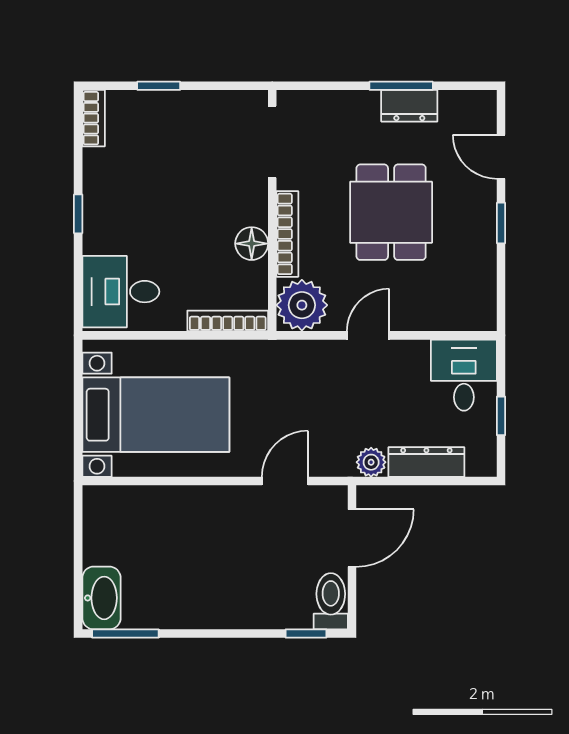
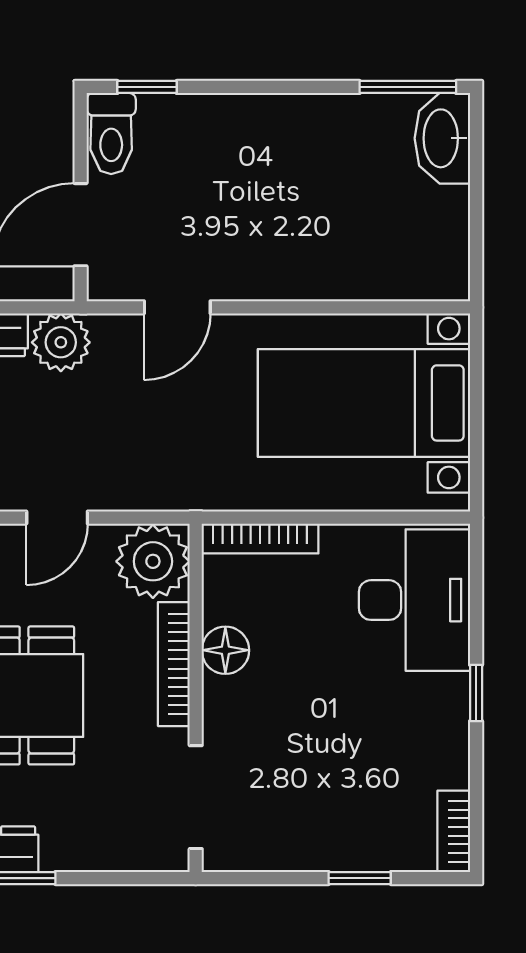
desk: (121, 292) -> (414, 600), width x1.37
plant: (371, 462) -> (61, 342), width x1.38, depth x1.38

